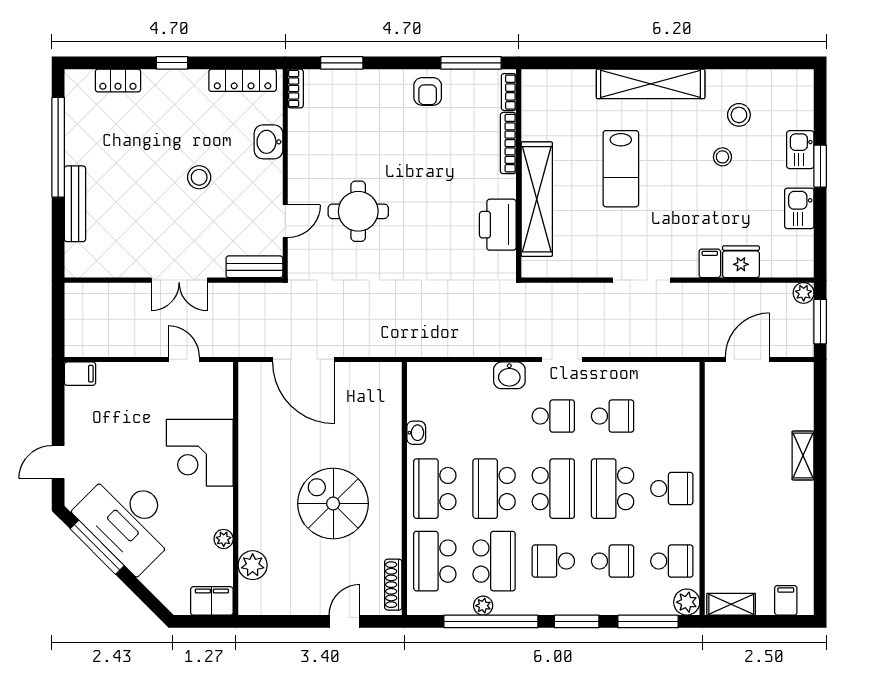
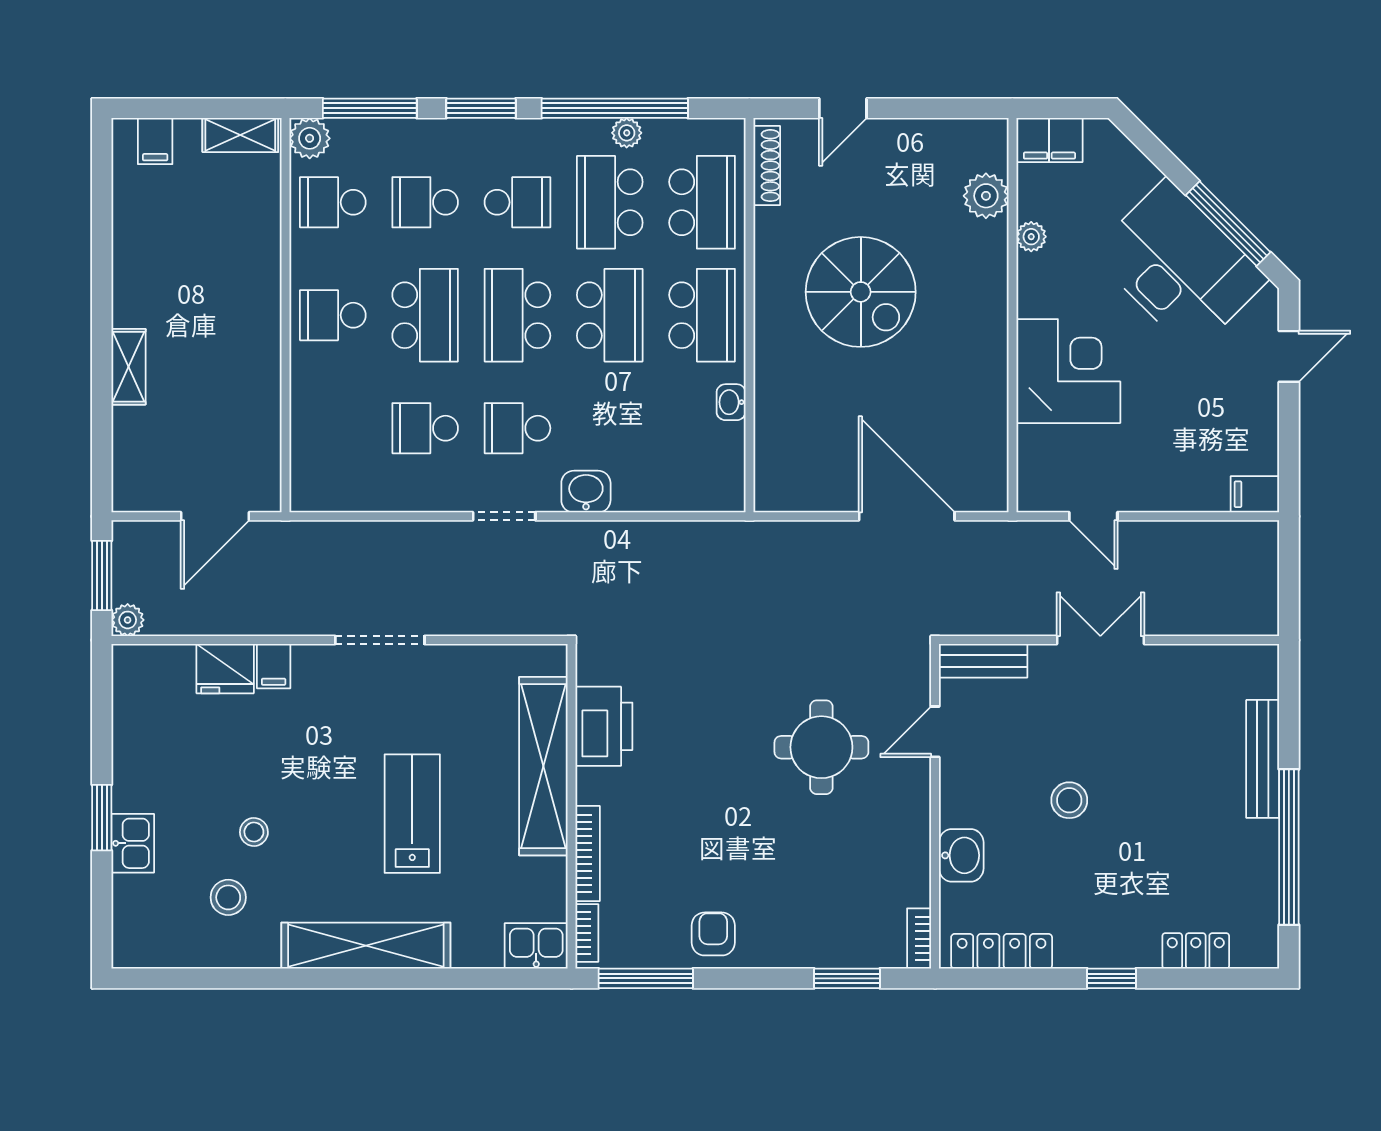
kitchen sink: (799, 208) -> (536, 946), moved, turned -90

